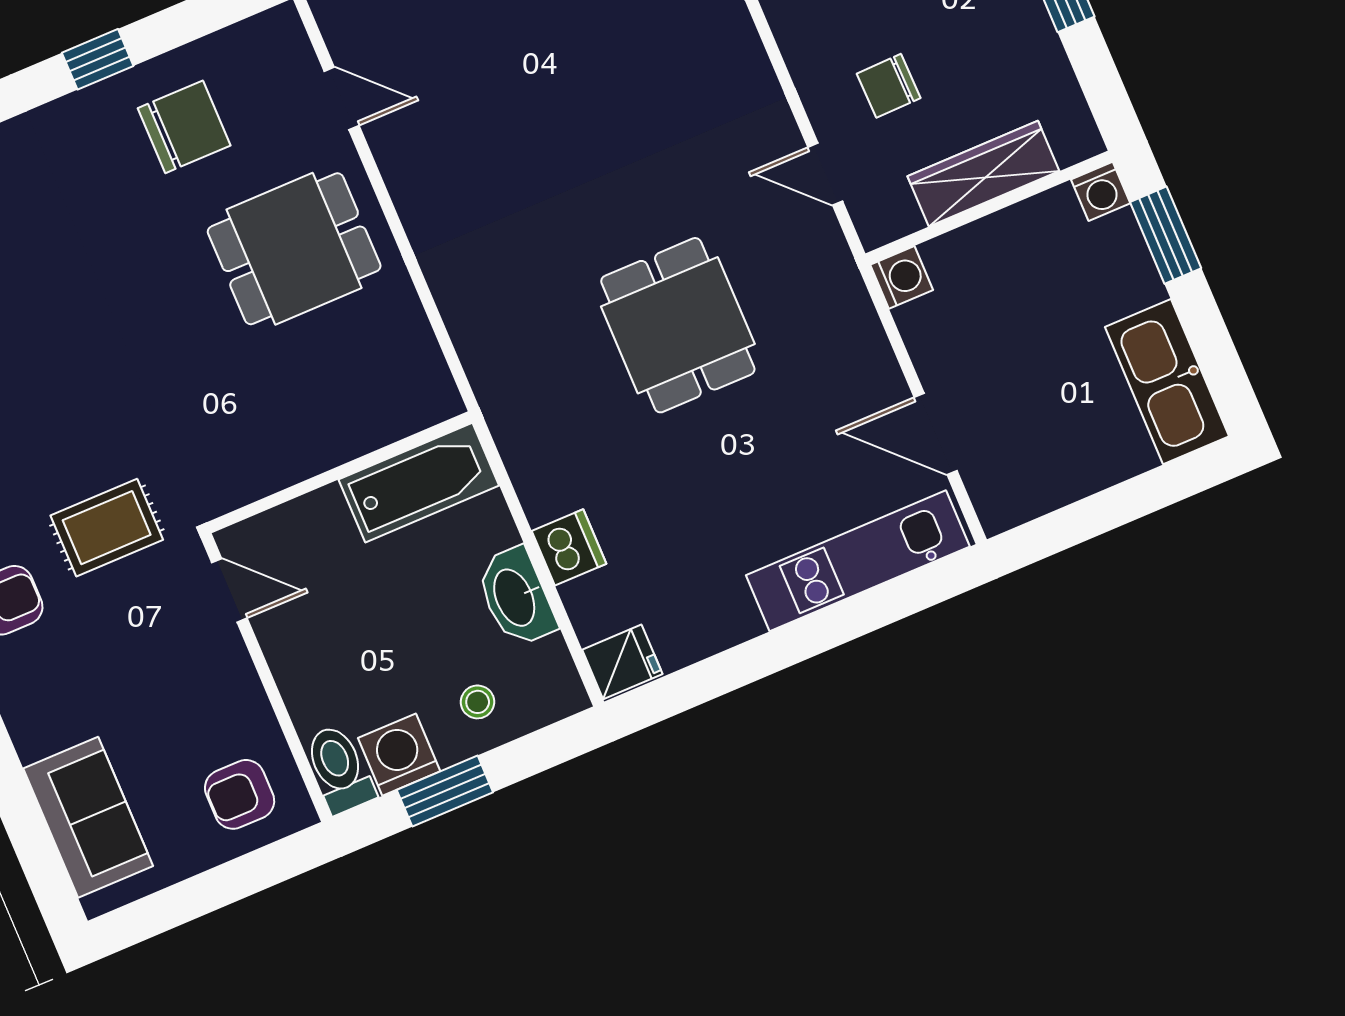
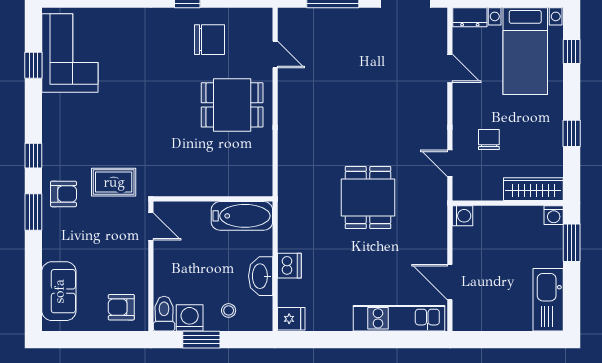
chair: (889, 86) -> (489, 140), turned 91
wardrobe: (983, 174) -> (533, 189), moved

